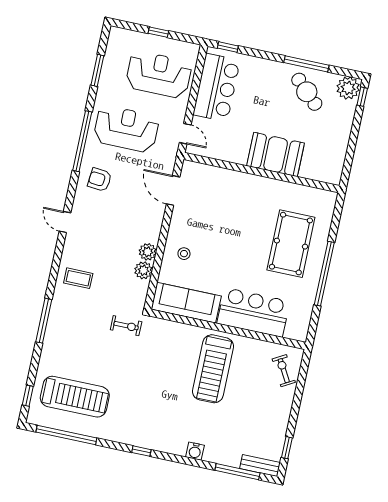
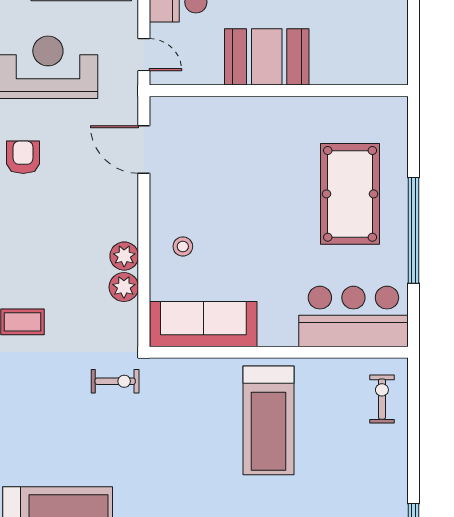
booth: (276, 154) -> (267, 57), moved
armchair: (100, 180) -> (23, 157), turned 85
bar counter: (253, 312) -> (353, 316), moved
exercise bike: (284, 371) -> (382, 399), turned 30

